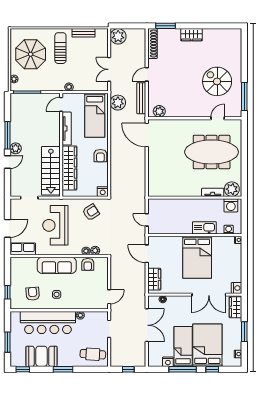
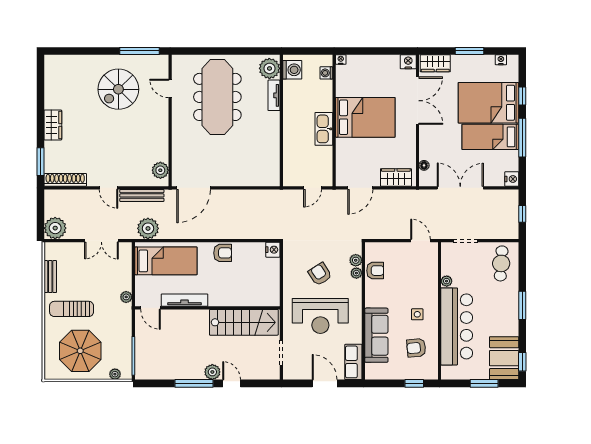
wardrobe: (69, 168) -> (240, 296), removed
armchair: (91, 212) -> (320, 274), moved
kitchen sink: (204, 228) -> (324, 129), moved
sofa: (57, 265) -> (376, 335), moved
booth: (41, 356) -> (504, 358), moved
nightstand: (168, 362) -> (512, 179), moved

